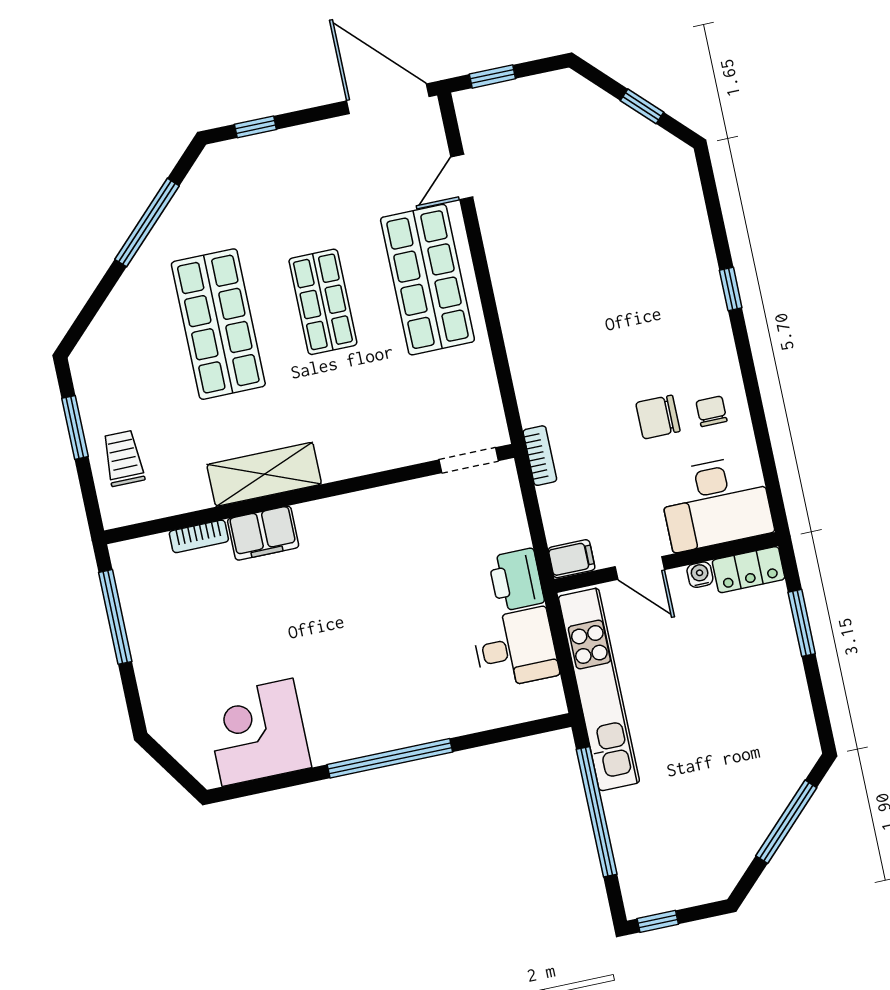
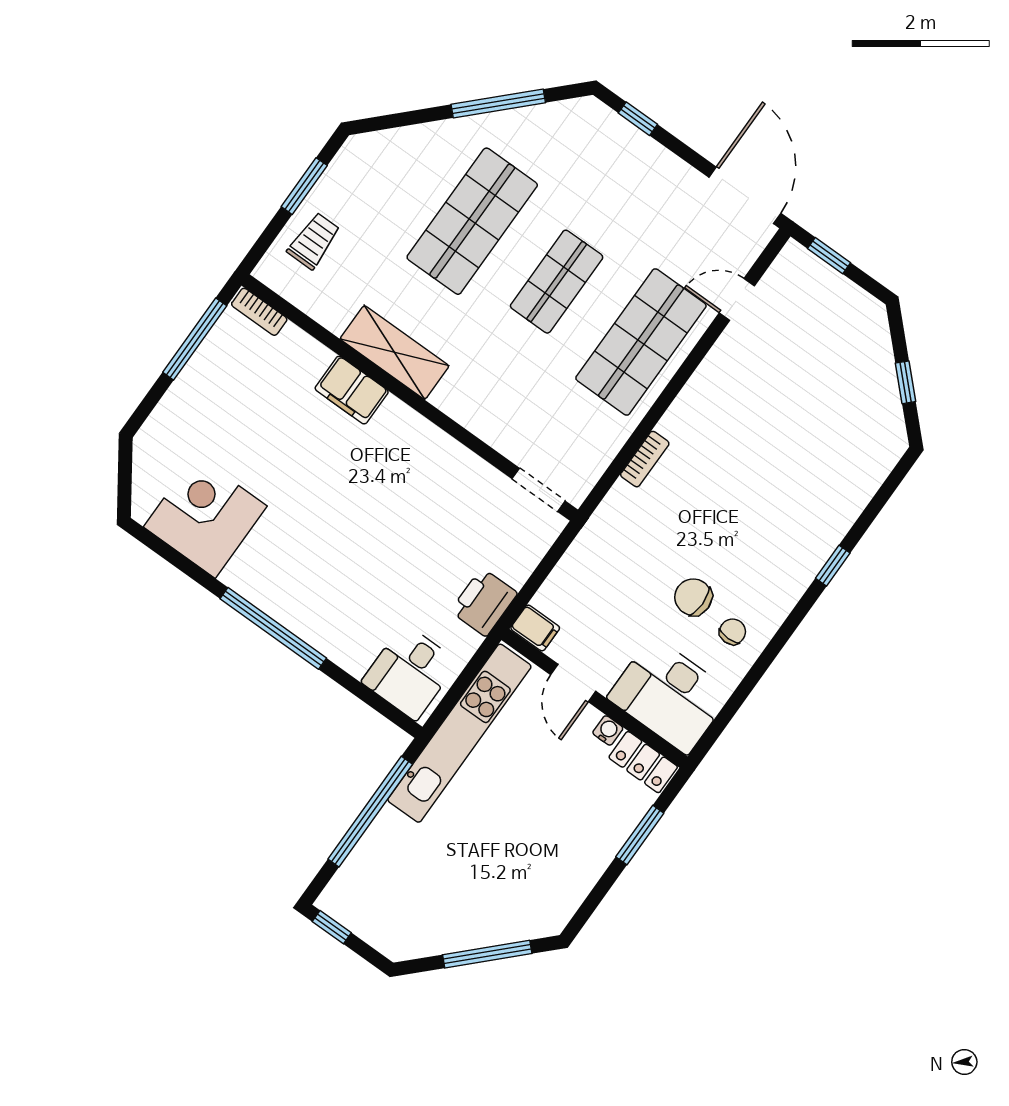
bookcase: (540, 456) -> (645, 459), moved
bookcase: (199, 536) -> (259, 312), moved
desk: (515, 648) -> (410, 672), moved, turned 90

